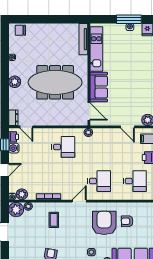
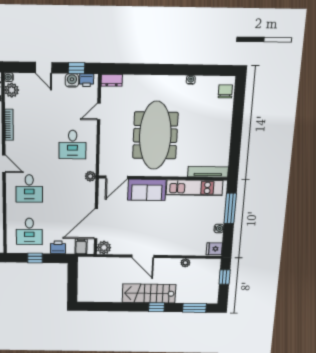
window: (129, 19) -> (230, 208), moved
plant: (15, 82) -> (159, 83), removed
door: (26, 127) -> (99, 112), moved
door: (128, 127) -> (96, 224), width x1.88

